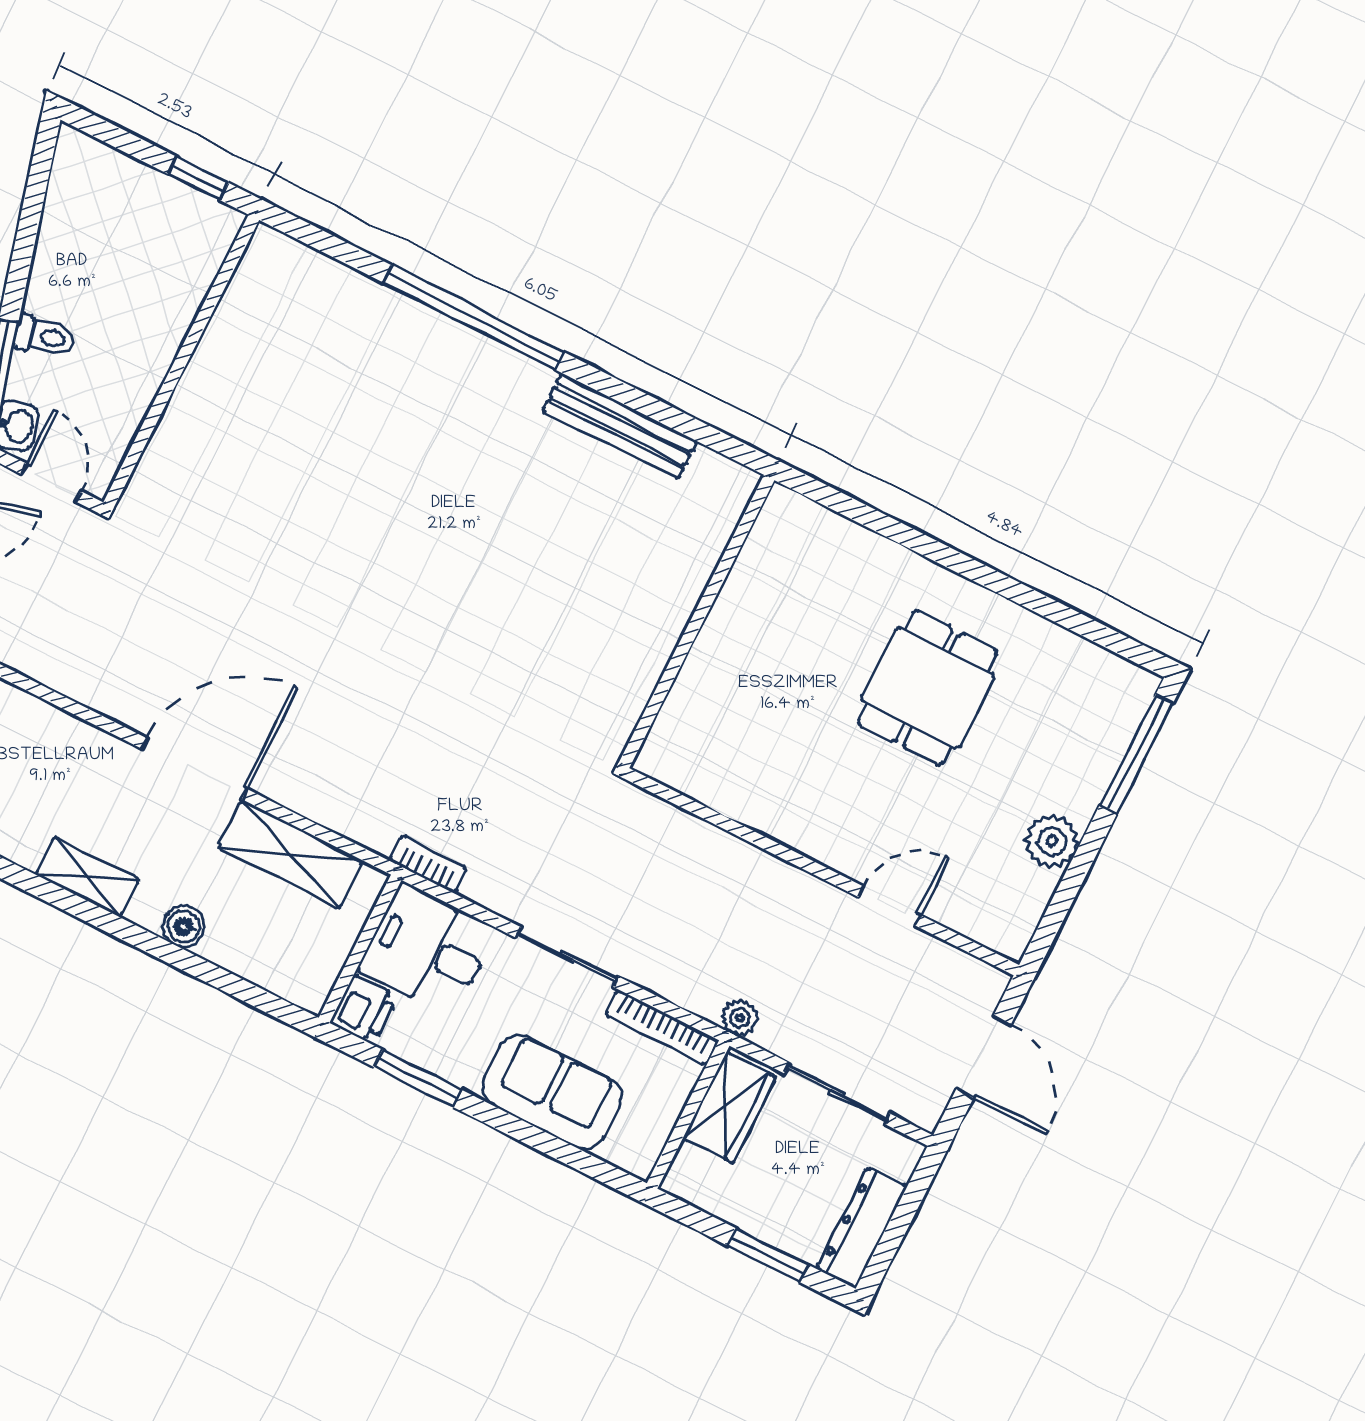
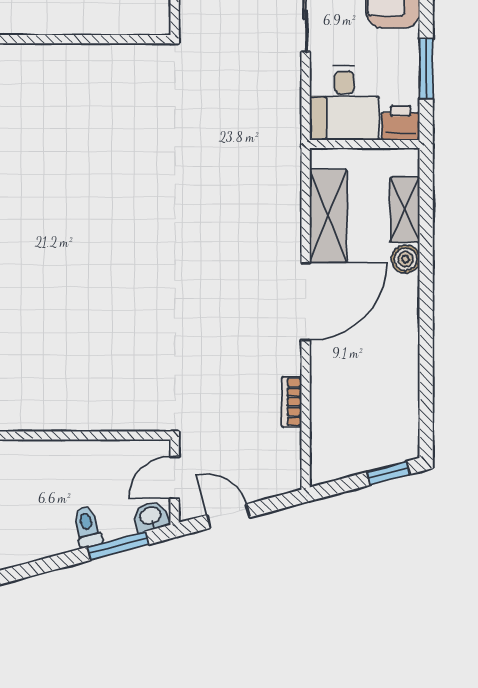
door: (194, 769) -> (306, 301), swing flipped
bookcase: (428, 864) -> (292, 402), moved
shelving: (87, 877) -> (405, 210), moved

